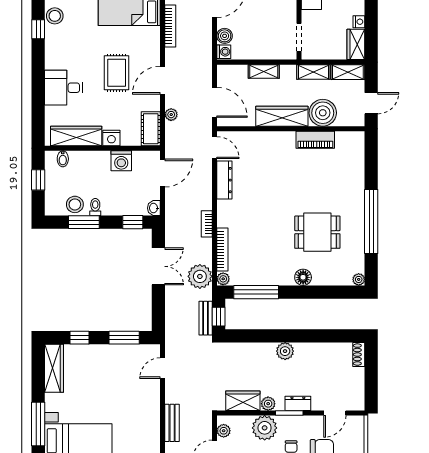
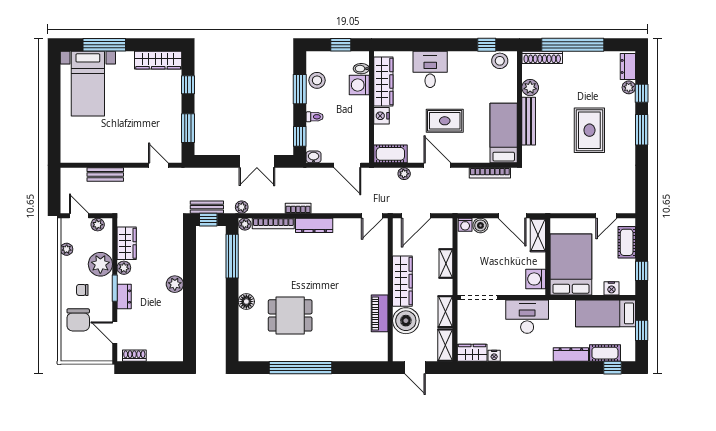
doorway: (299, 37) -> (479, 298), width x1.38
washing machine: (121, 161) -> (359, 85), moved
dresser: (224, 180) -> (314, 225), moved
toilet: (95, 207) -> (315, 117), moved
dining table: (317, 232) -> (290, 315), turned 90
plant: (200, 276) -> (242, 207), width x0.53, depth x0.53
plant: (359, 279) -> (244, 355), removed
shoe rack: (359, 355) -> (134, 356), moved

